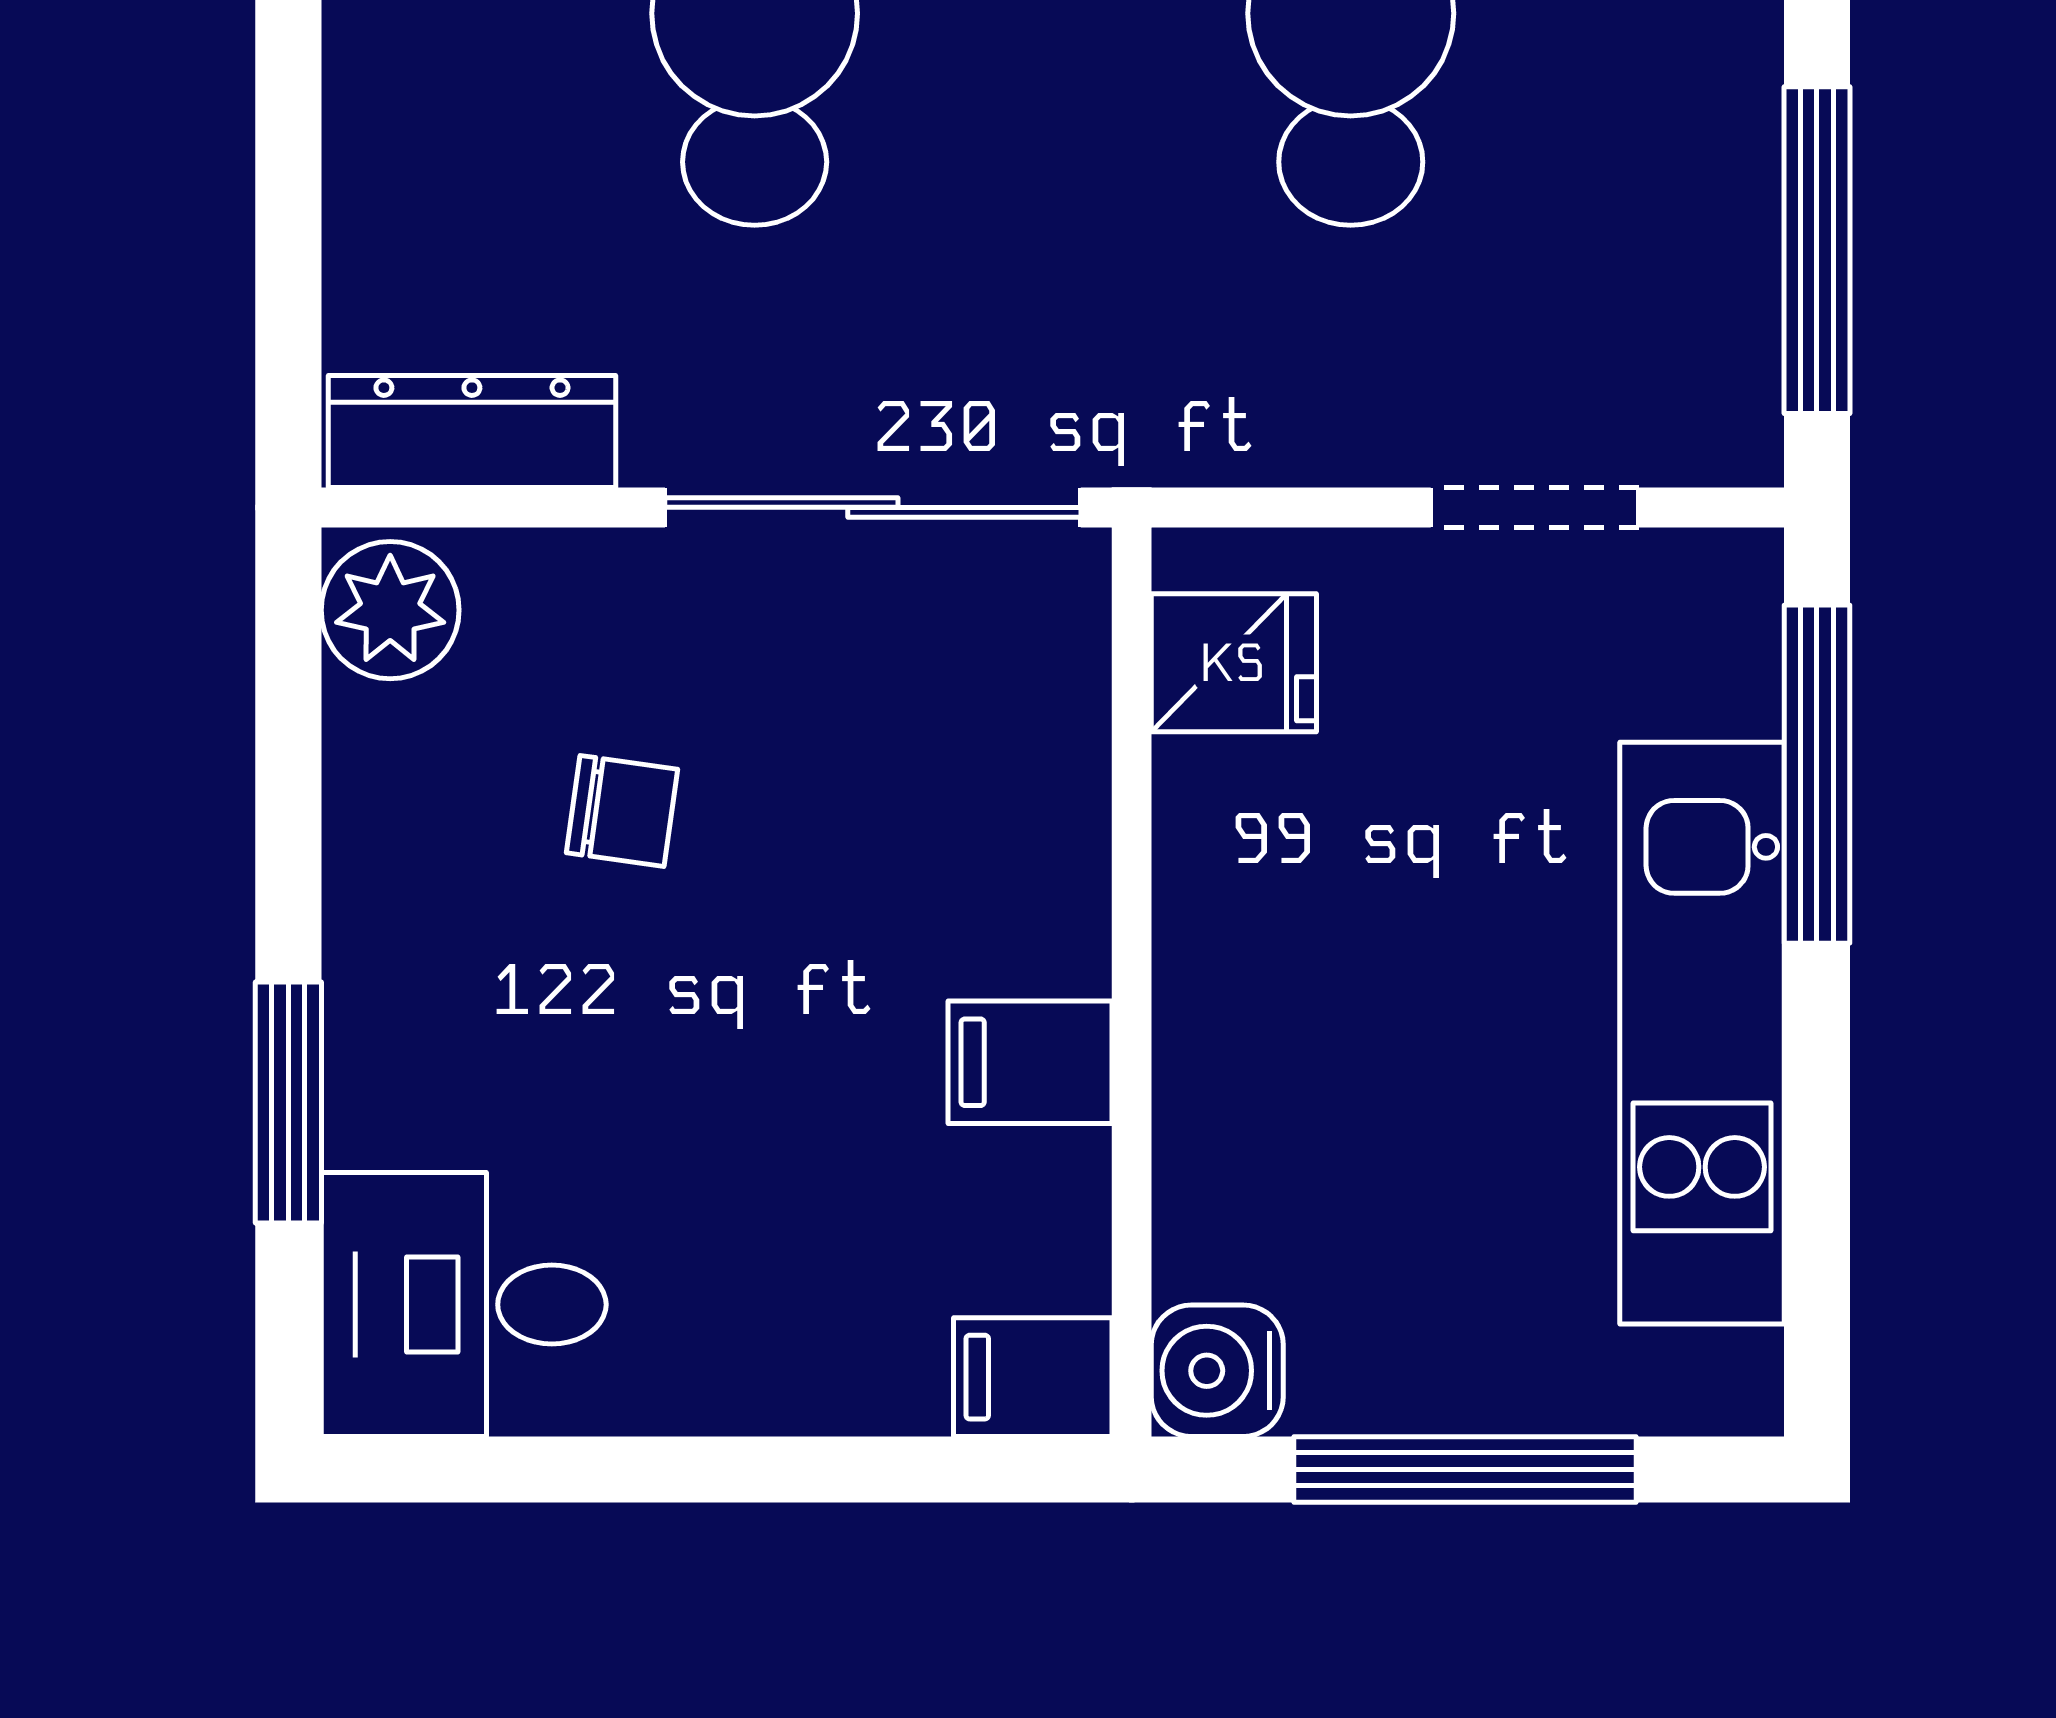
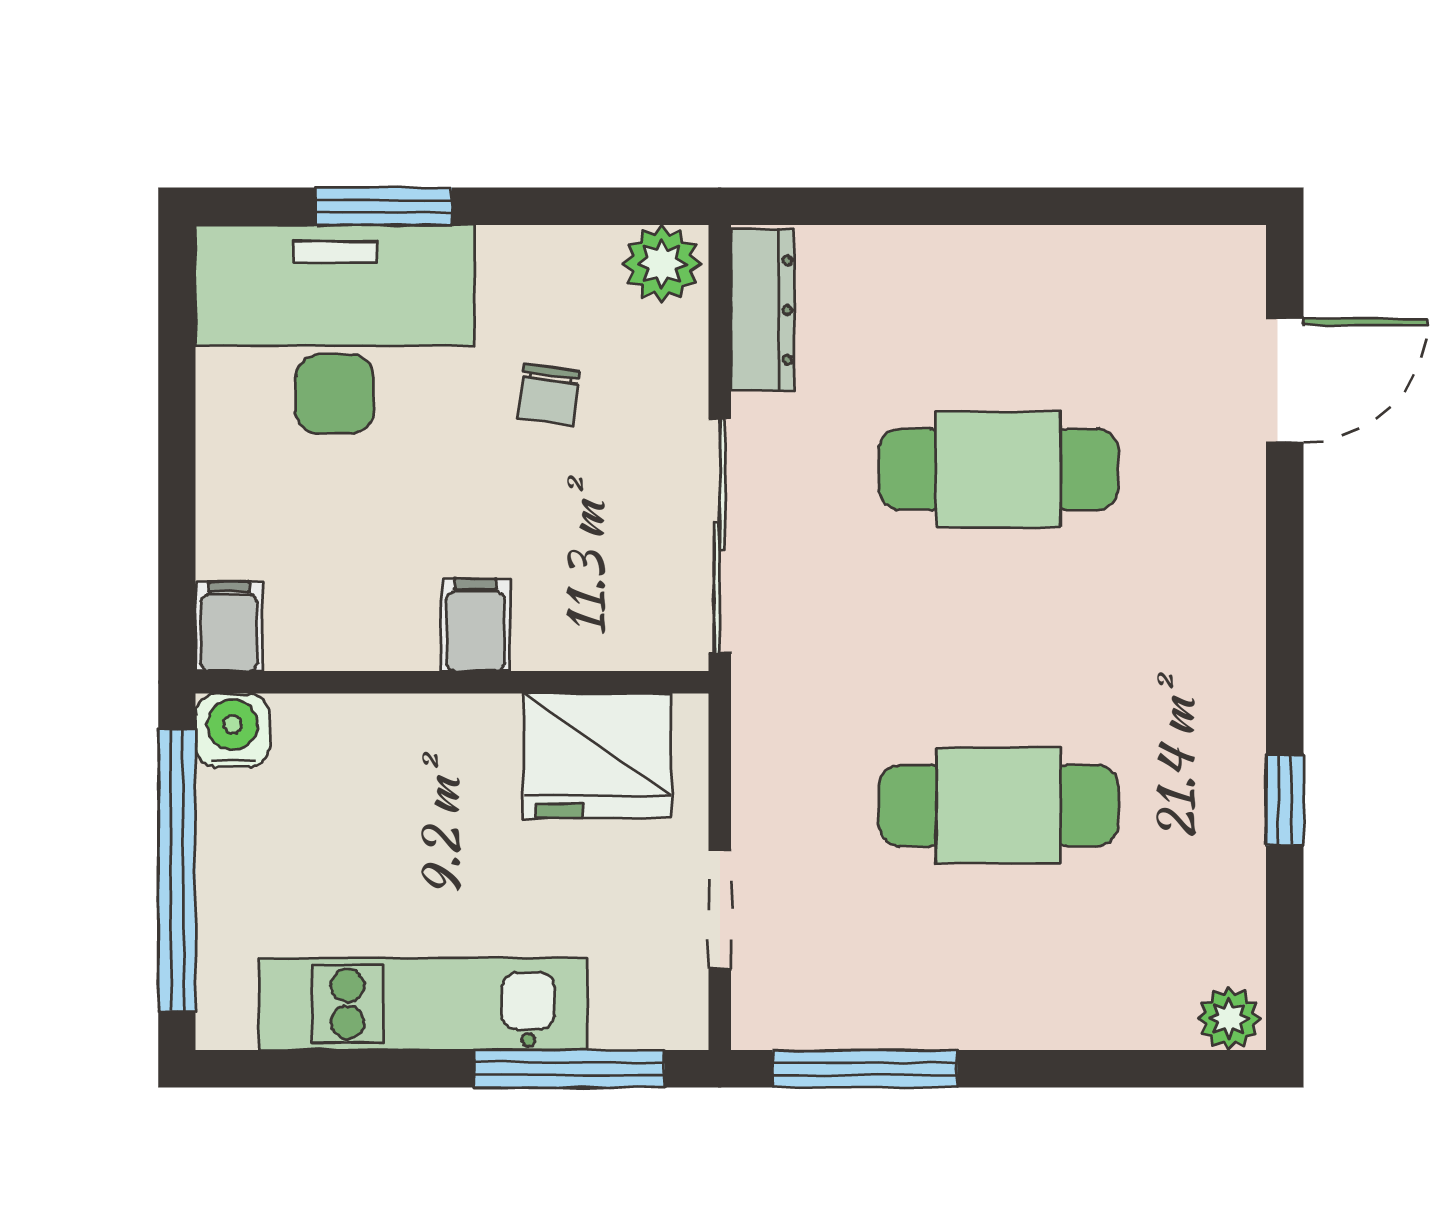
fridge: (1234, 663) -> (598, 756), width x1.88, depth x1.34
filing cabinet: (1030, 1062) -> (475, 625), moved
desk: (464, 1305) -> (335, 329), width x1.87, depth x1.30
window: (1465, 1469) -> (177, 870), width x1.46

